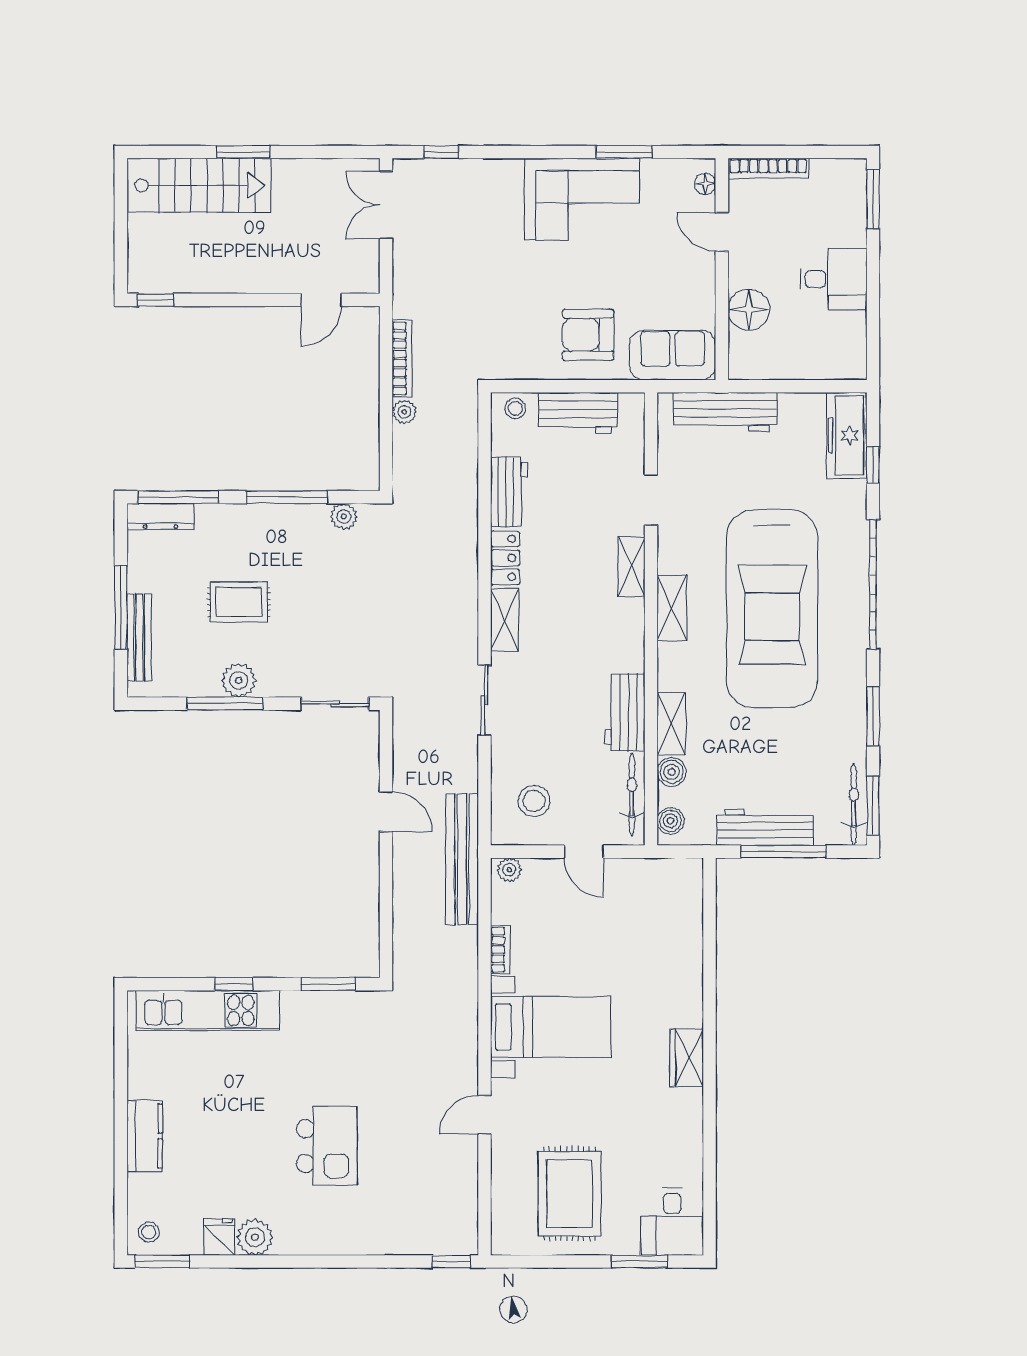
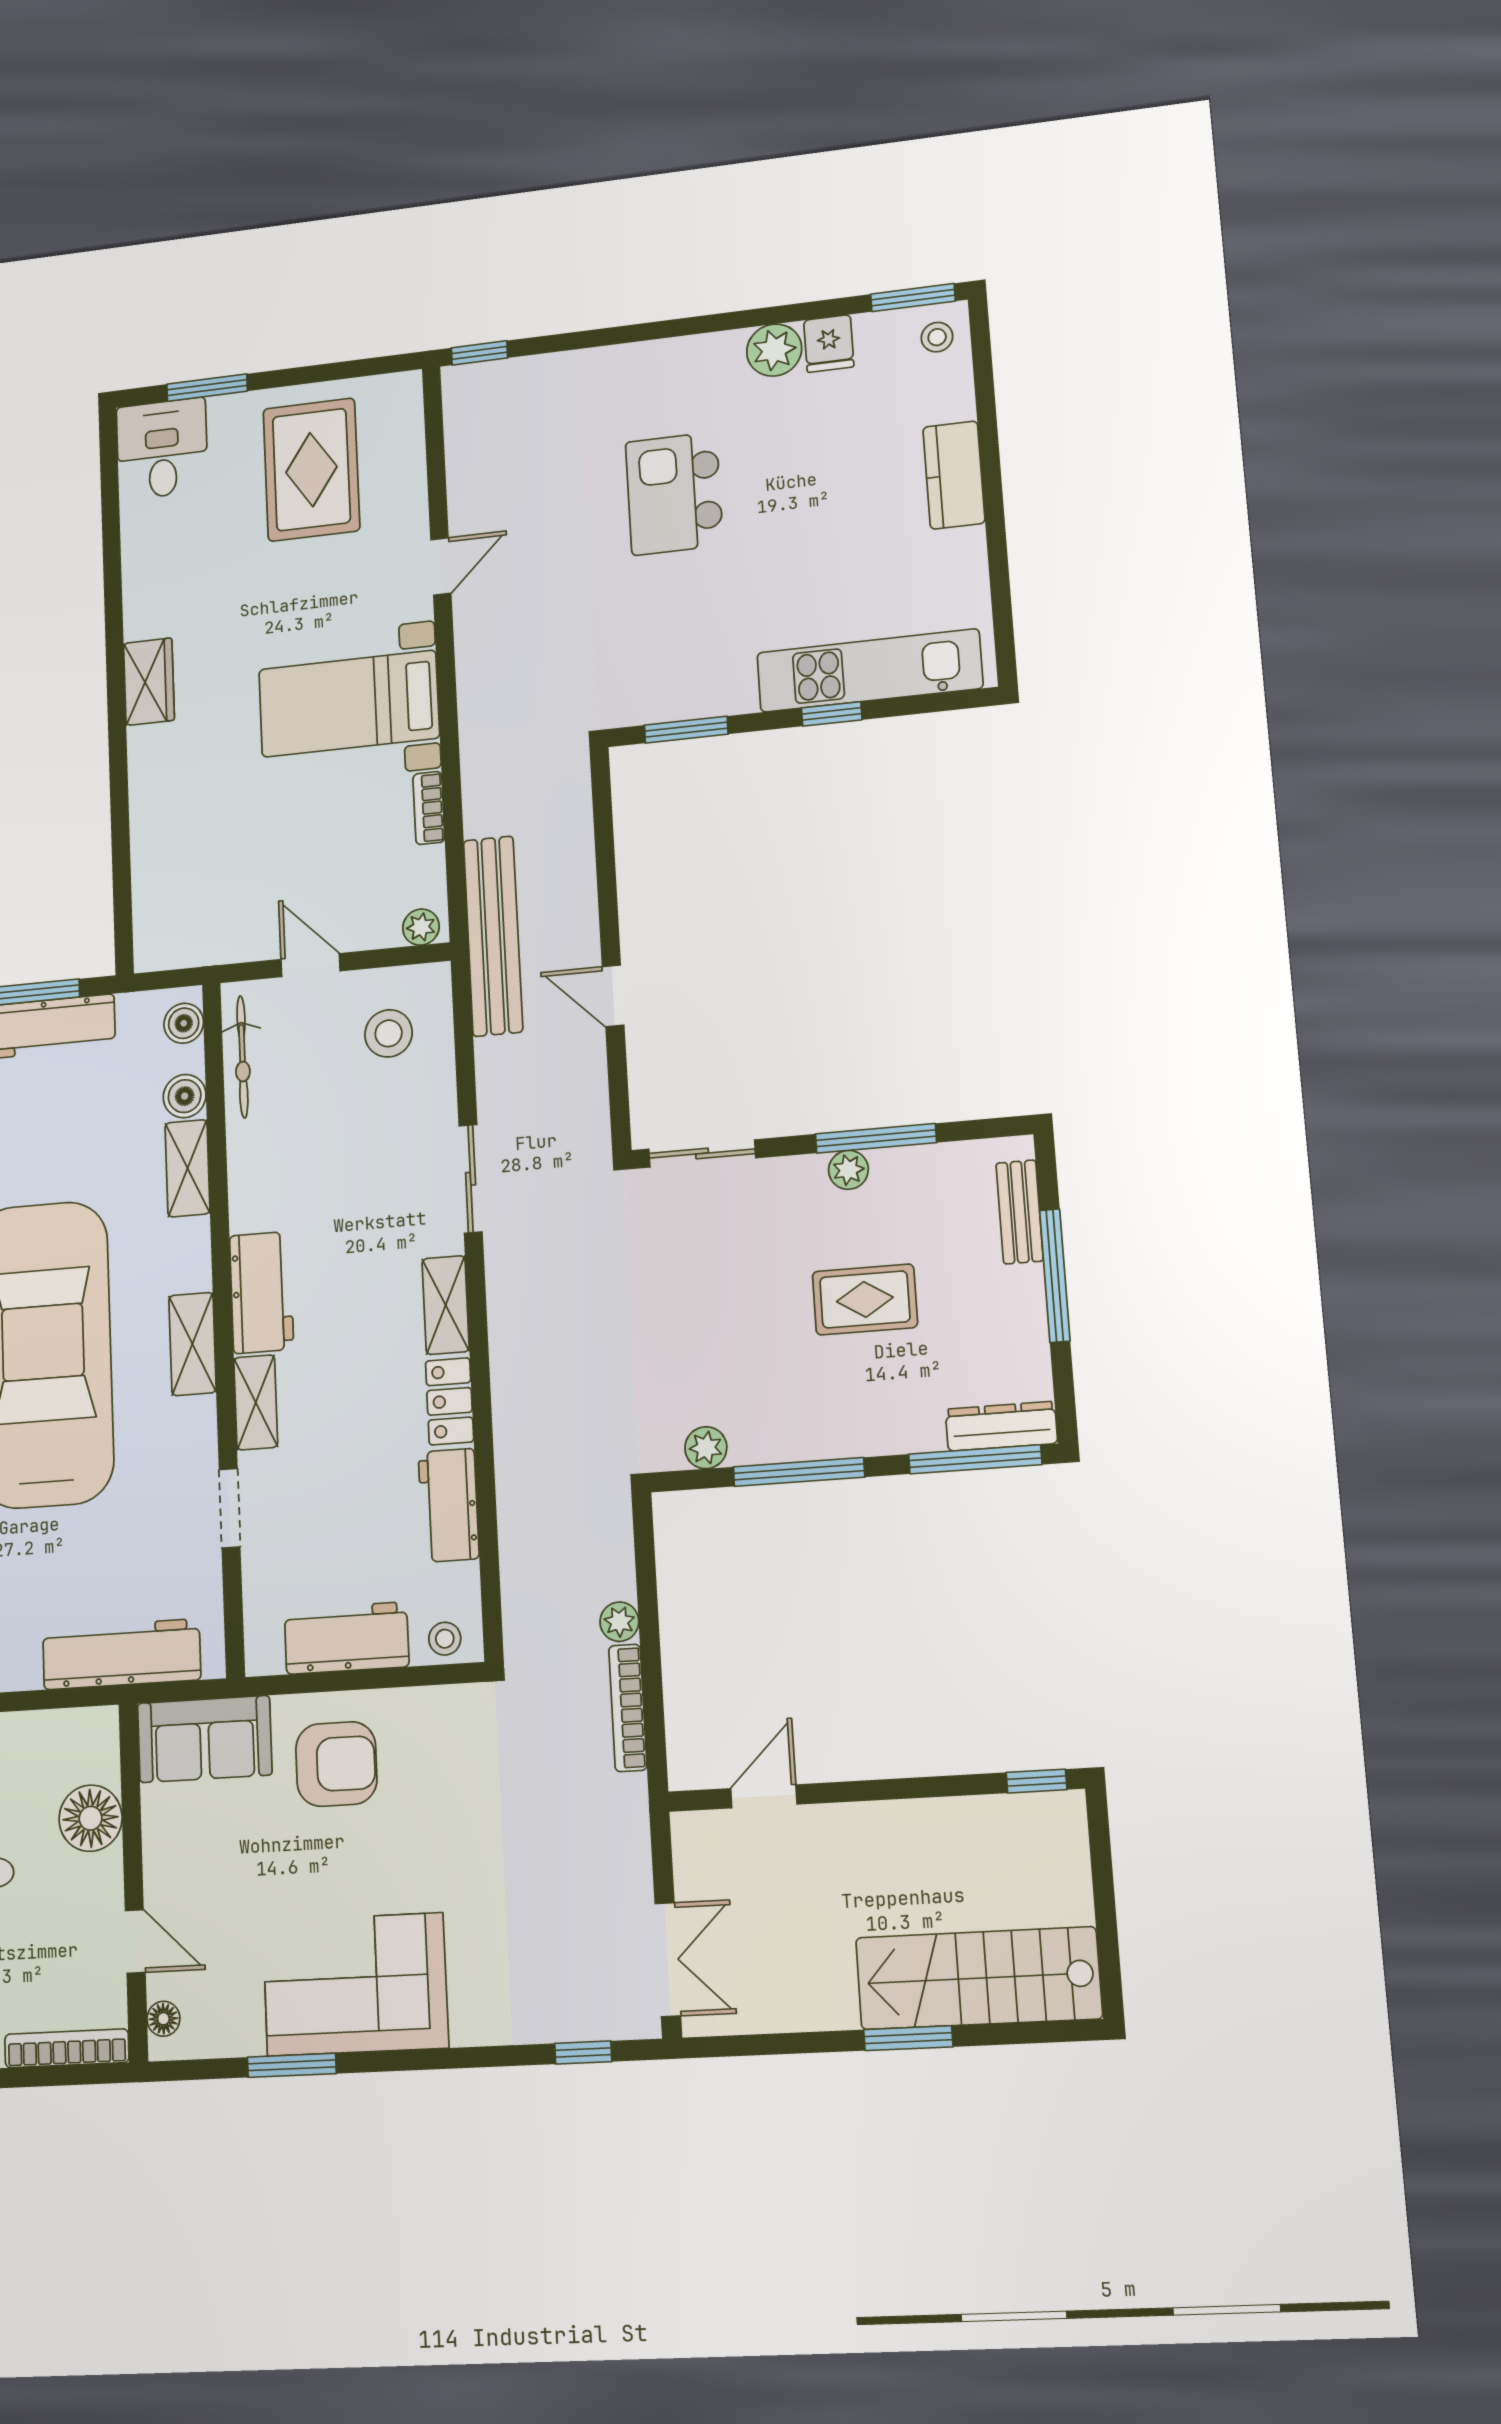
bench: (139, 637) -> (1020, 1212), width x0.73
plant: (239, 680) -> (848, 1170), width x0.73, depth x0.73
workbench: (625, 712) -> (262, 1292), moved

